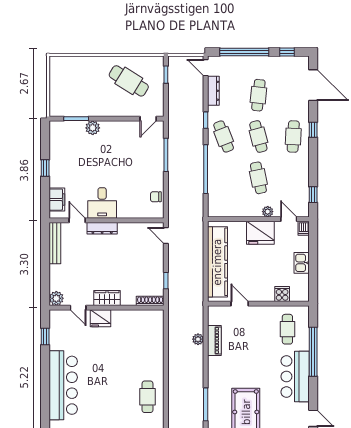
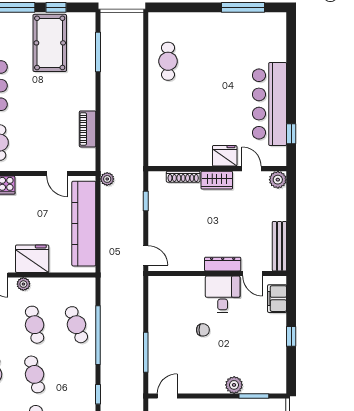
cafe table: (224, 136) -> (76, 325), moved
chair: (156, 197) -> (203, 330), moved
shoe rack: (150, 301) -> (183, 177), moved
plant: (198, 339) -> (107, 179), moved
bar counter: (63, 385) -> (269, 104), moved

